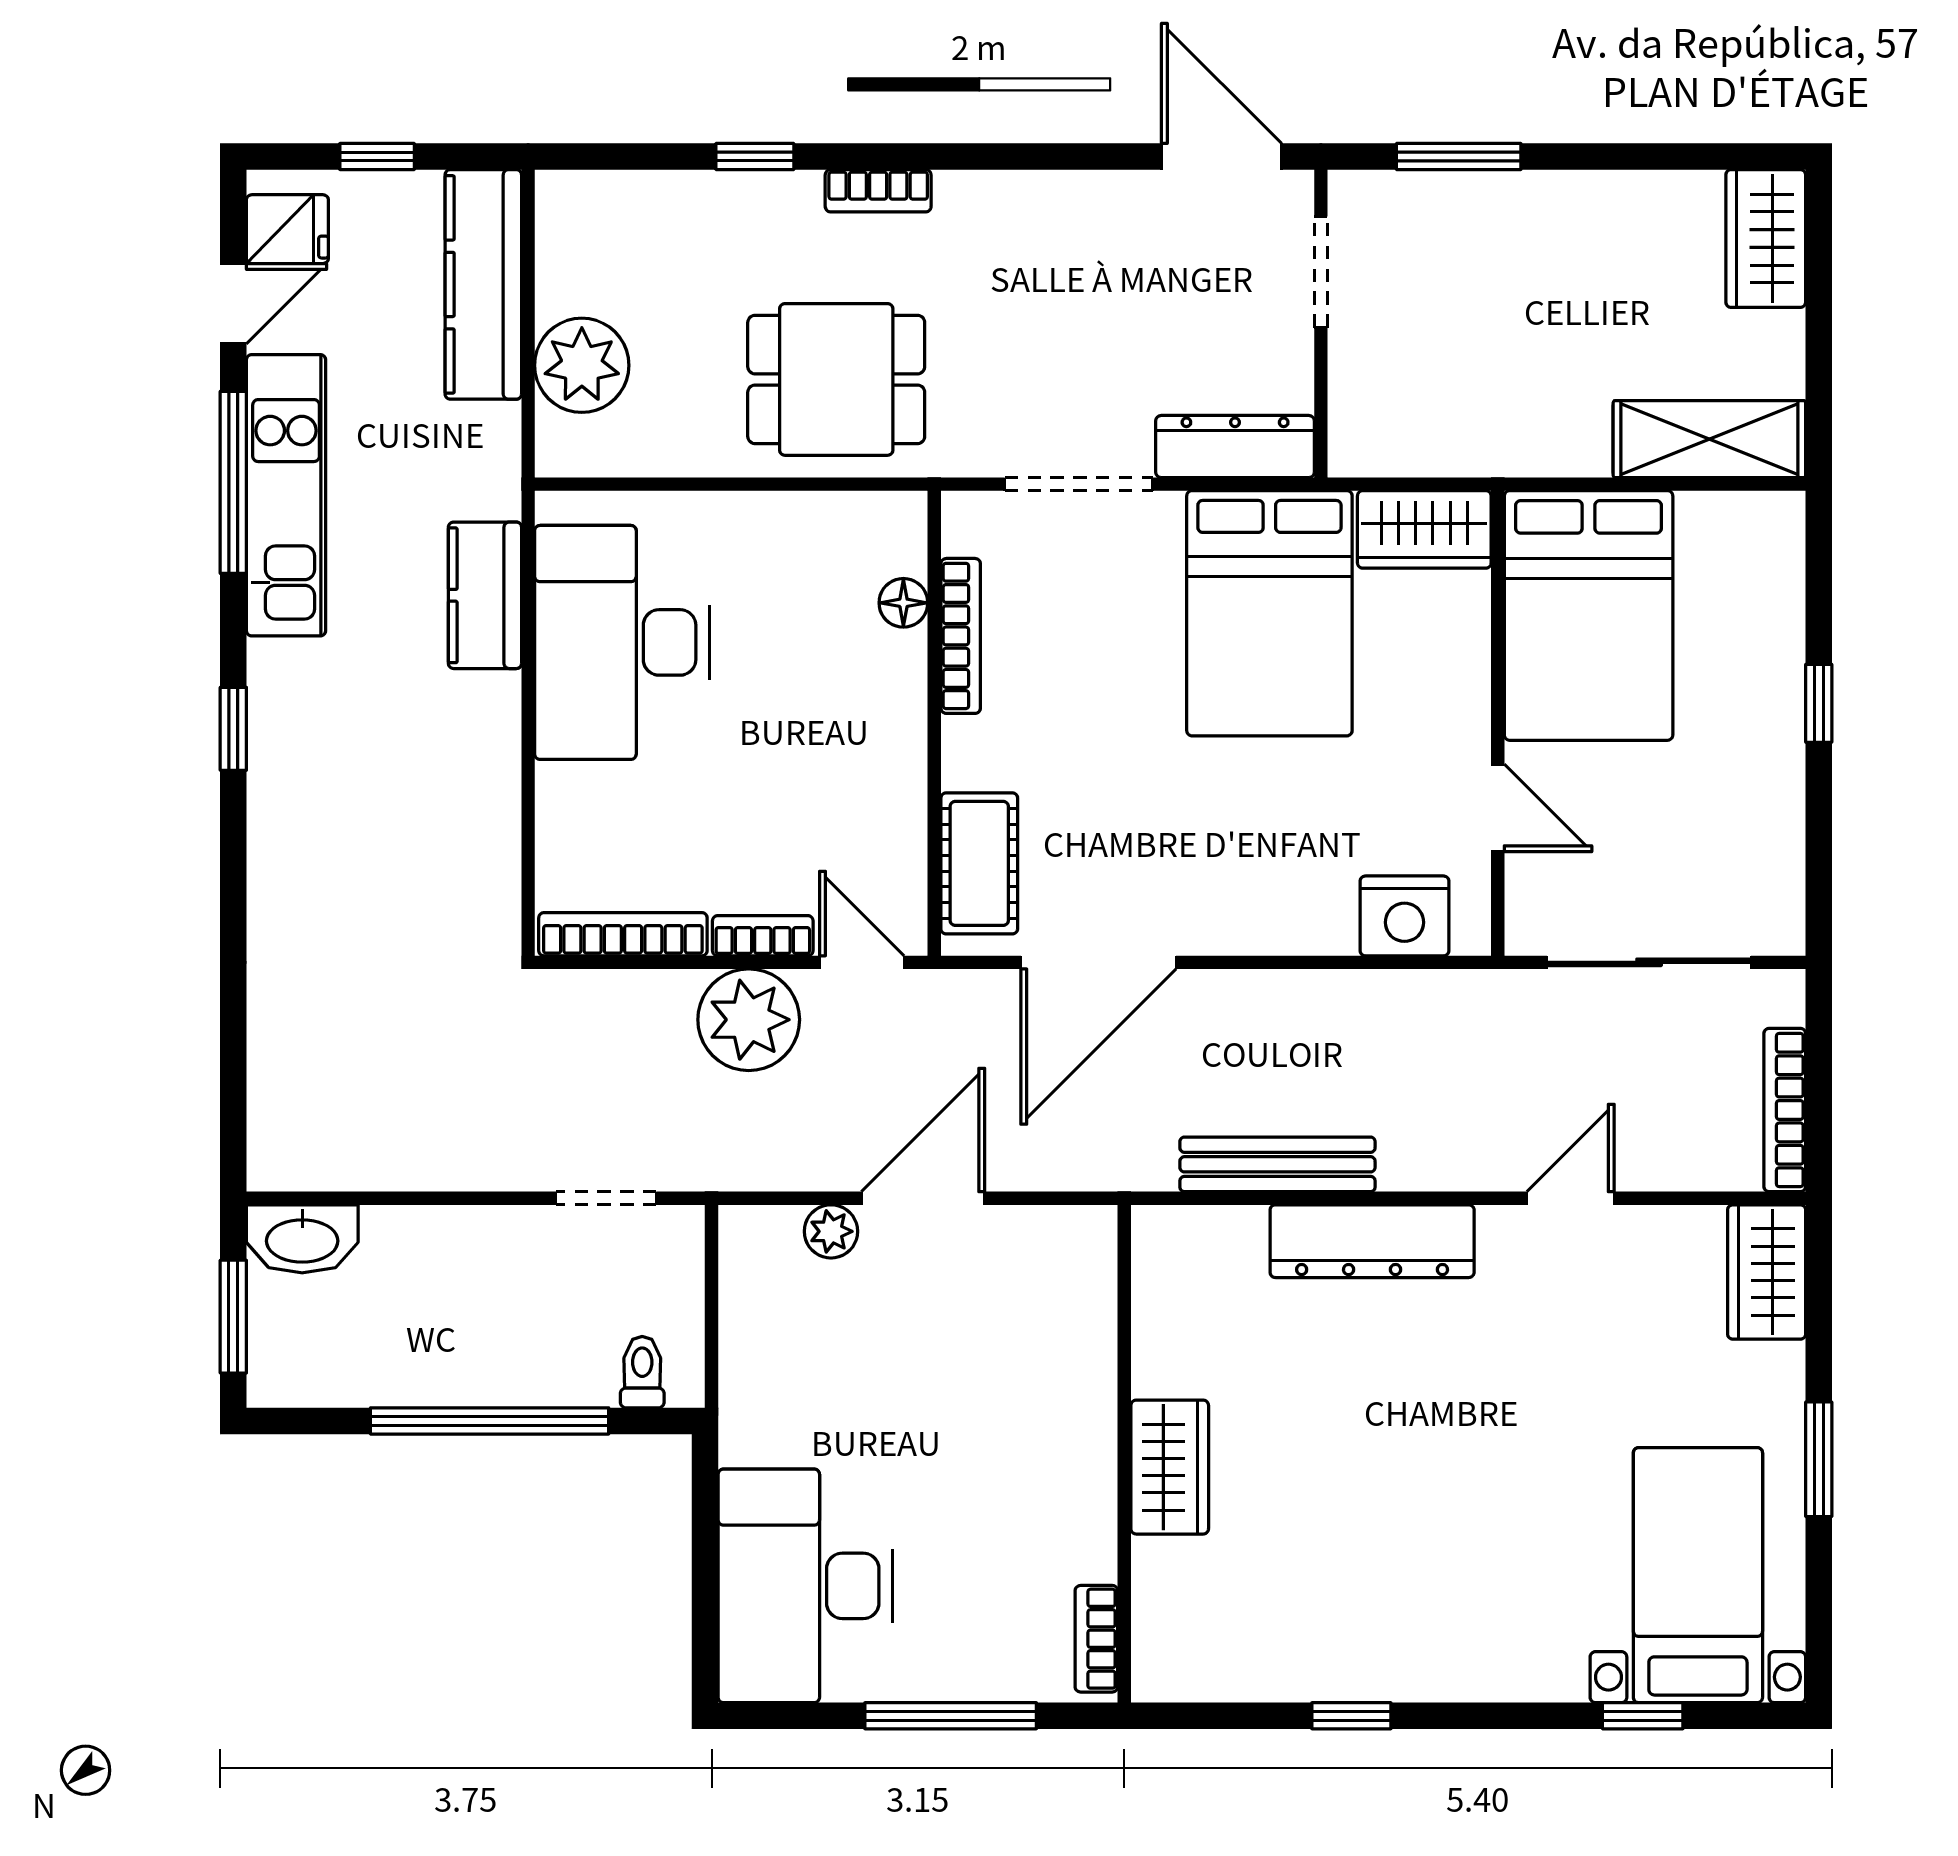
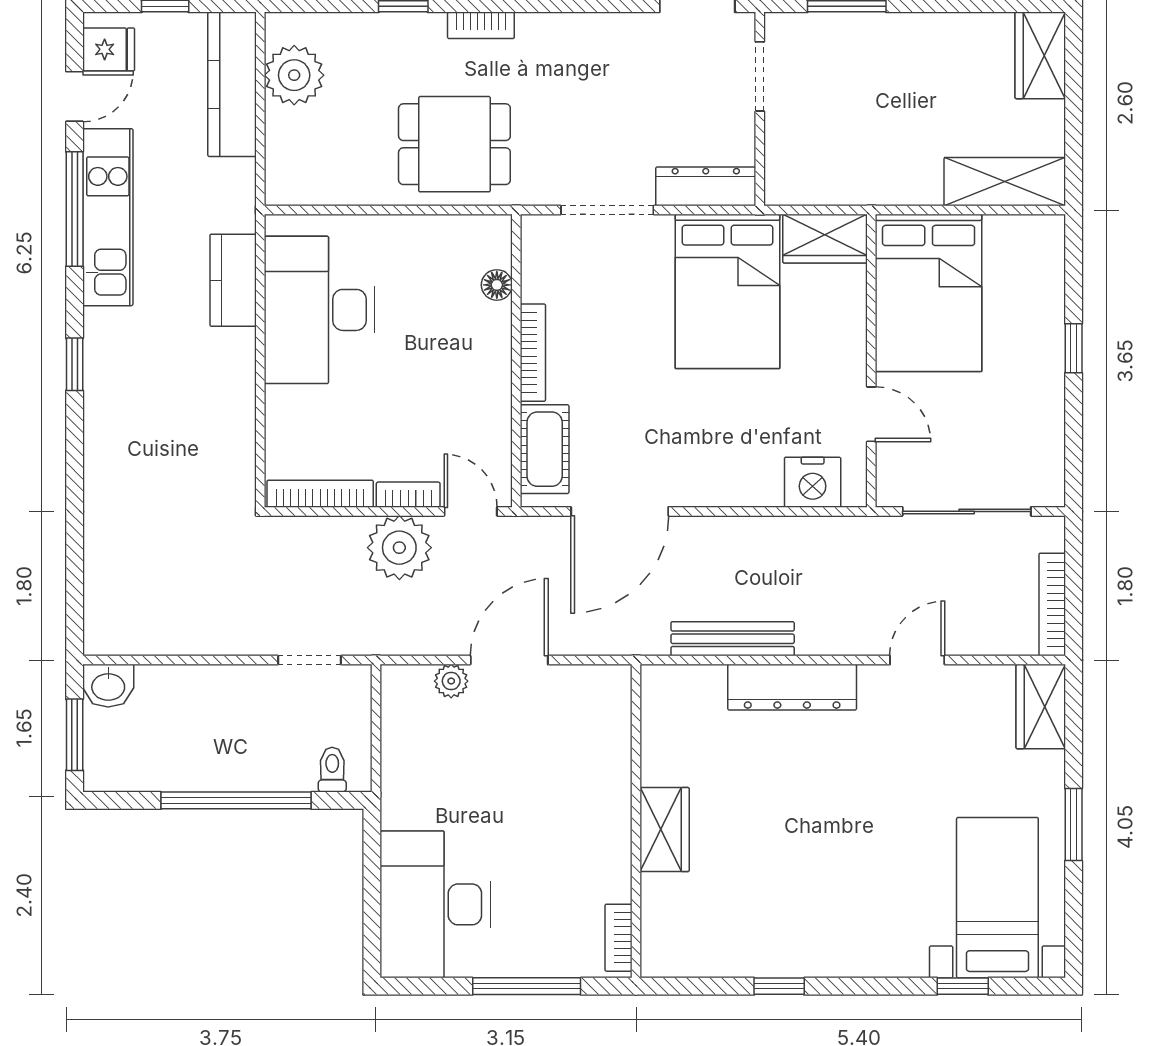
plant: (582, 365) -> (294, 75), moved
bookcase: (961, 636) -> (533, 353), moved
washbasin: (302, 1239) -> (108, 686), width x0.72

